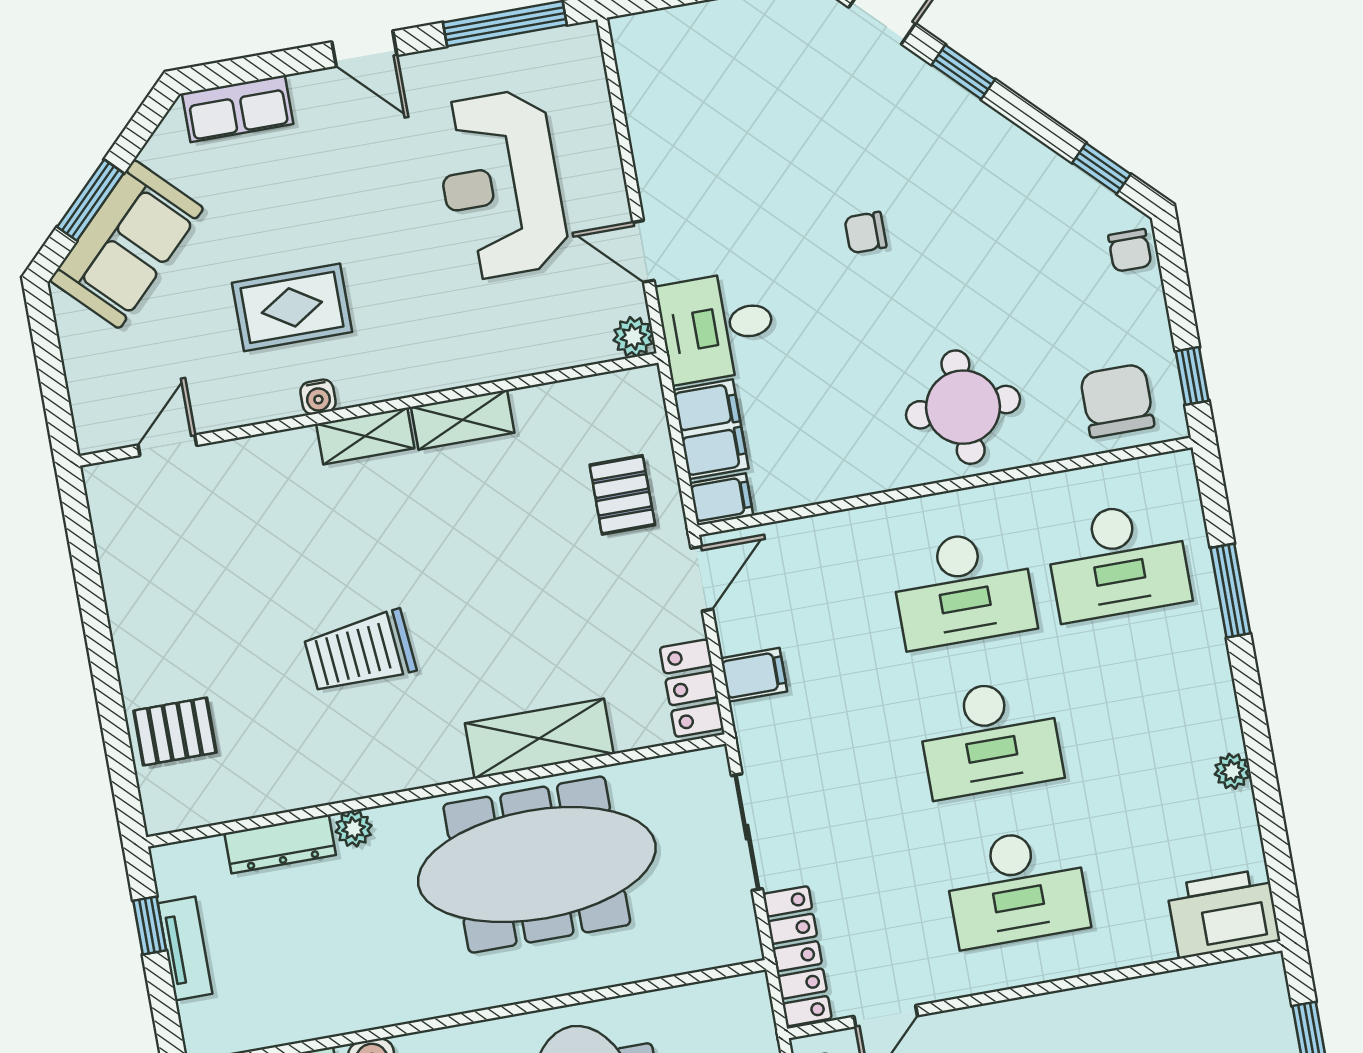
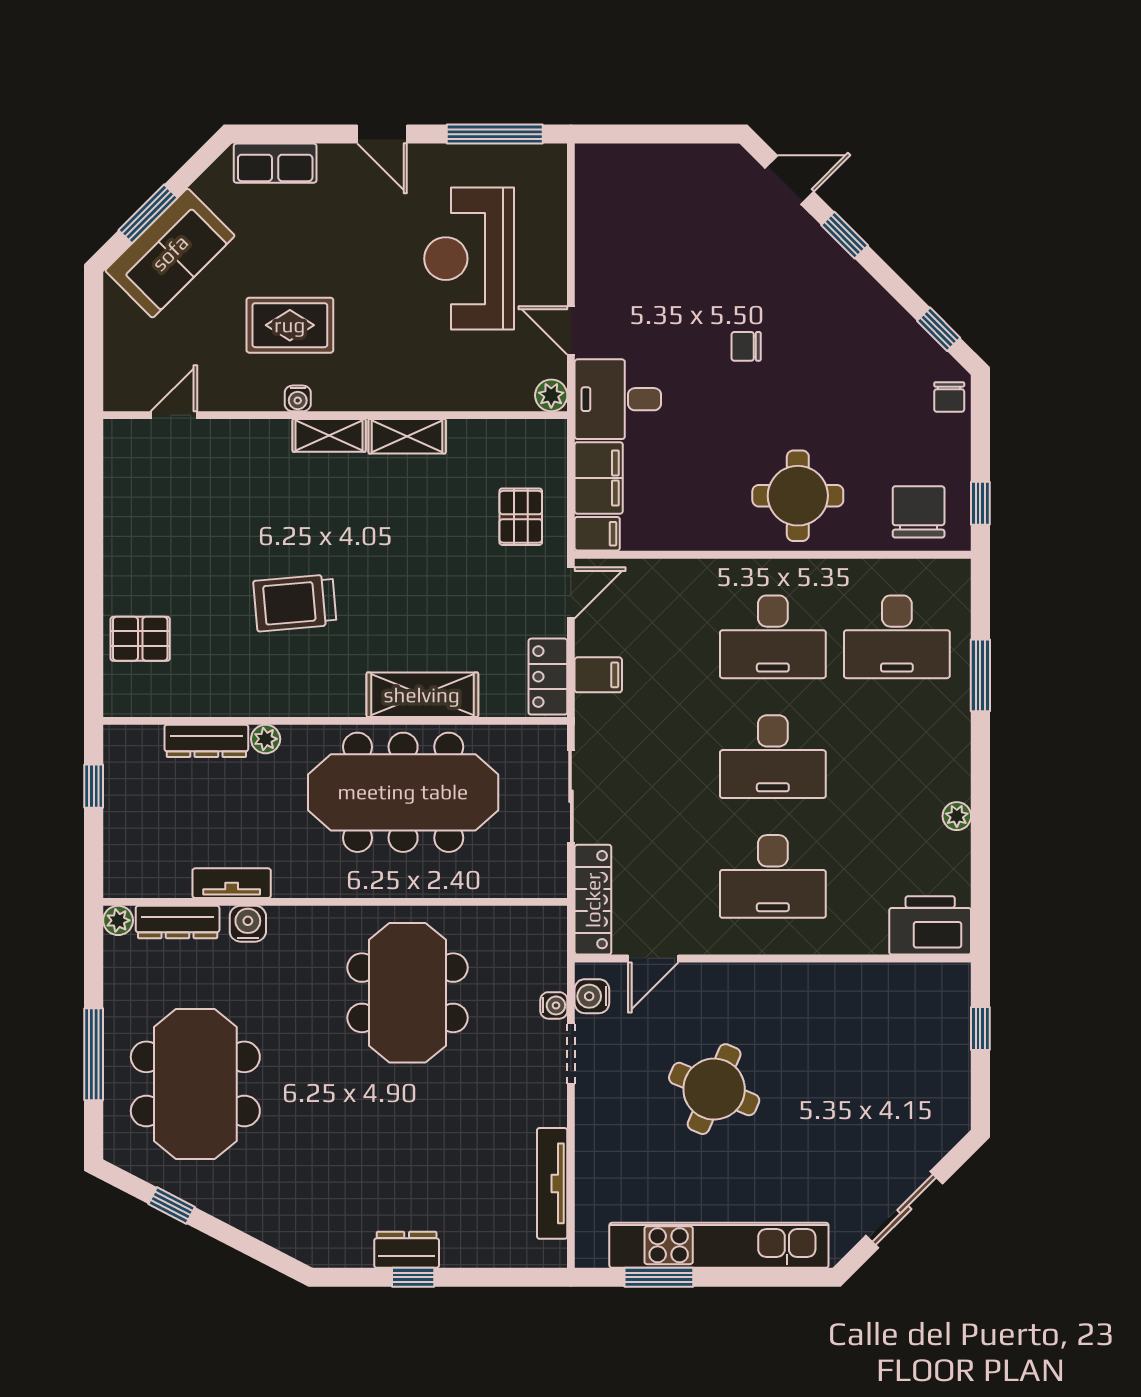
tv unit: (185, 949) -> (232, 883), moved, turned -90

